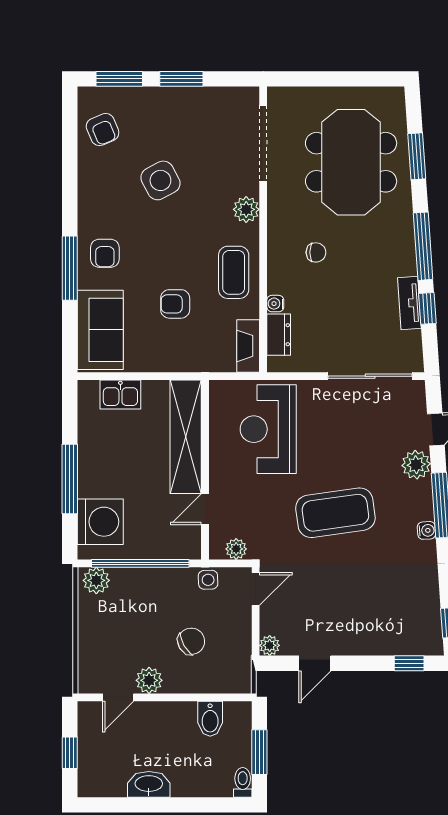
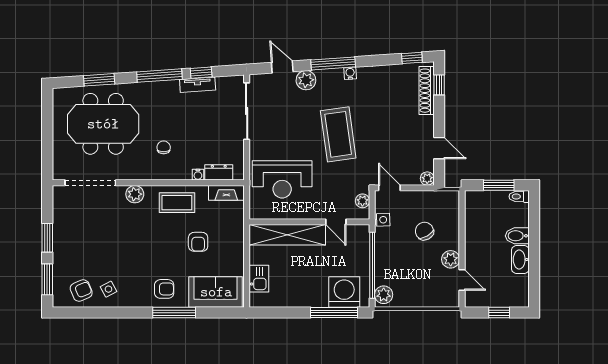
side table: (160, 180) -> (108, 289), moved, width x0.54, depth x0.54
window: (70, 479) -> (334, 313), moved
shoe rack: (401, 645) -> (427, 91), added
bidet: (210, 719) -> (517, 236), moved, turned 180

